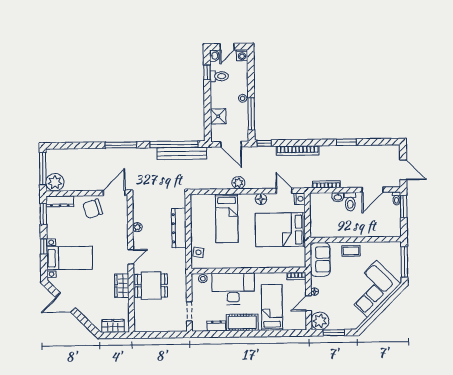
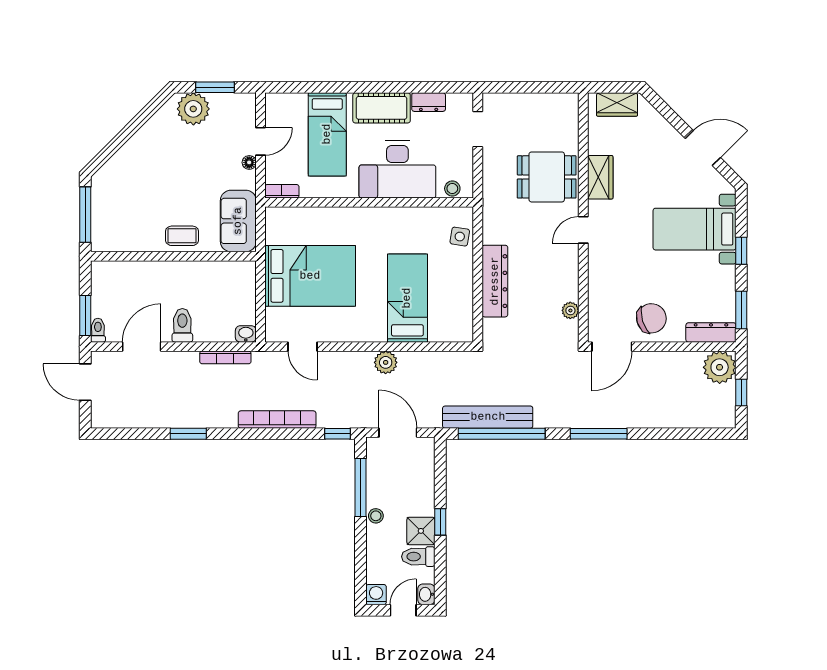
window: (207, 72) -> (440, 522), moved
shower: (218, 116) -> (421, 531), moved
window: (43, 169) -> (741, 392), width x0.46
washbasin: (338, 197) -> (246, 334), moved
floor lamp: (261, 199) -> (345, 332), removed
nightstand: (300, 199) -> (274, 332), removed
plant: (137, 227) -> (570, 310), moved
corner sofa: (372, 289) -> (145, 166), removed
plant: (320, 321) -> (193, 109), moved

